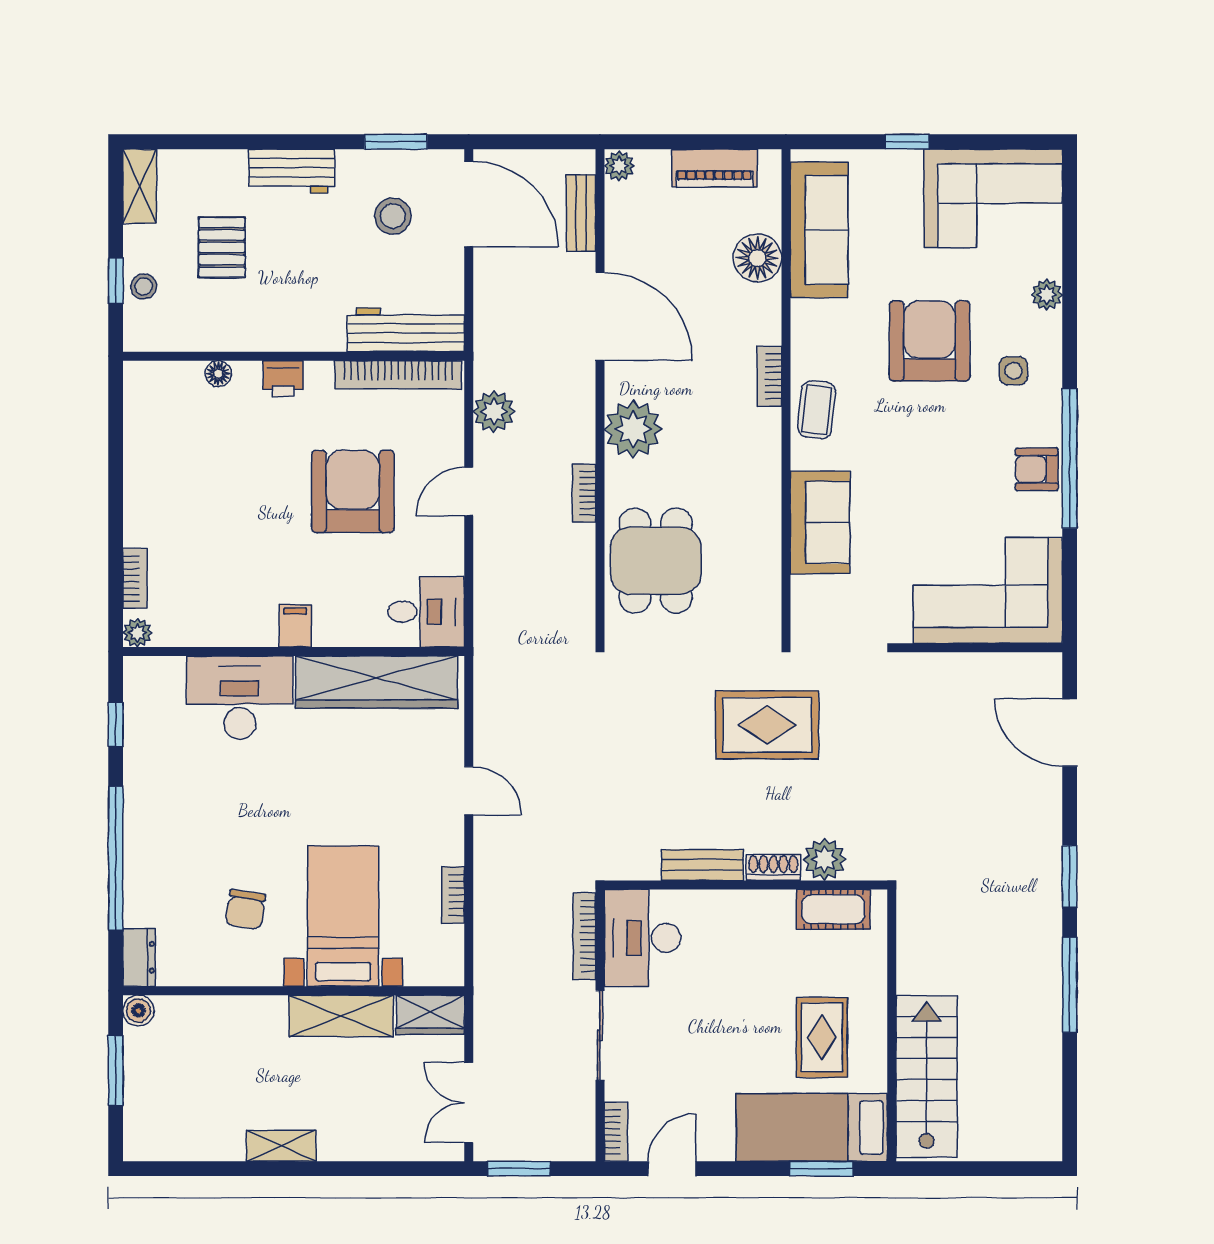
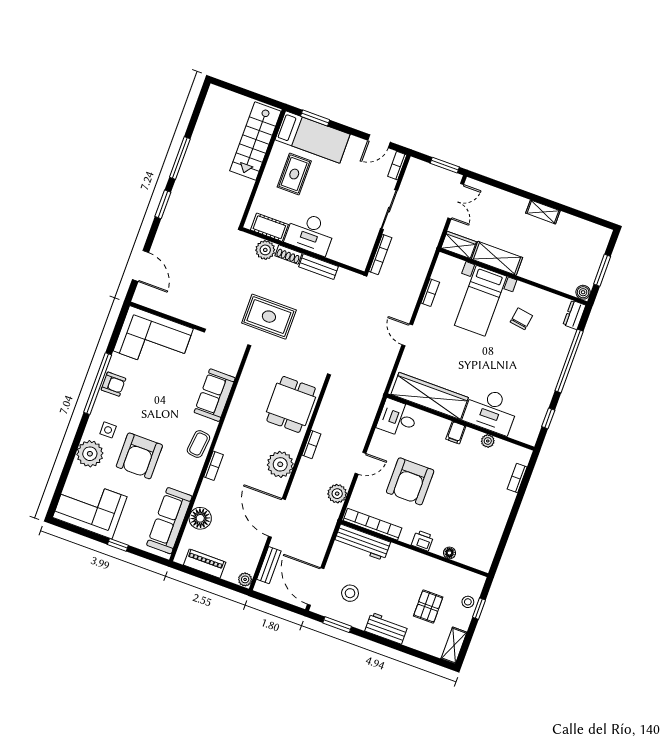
plant: (1047, 295) -> (90, 454), width x1.88, depth x1.88
plant: (137, 633) -> (488, 441), moved
desk: (642, 938) -> (310, 233), moved, turned 90

